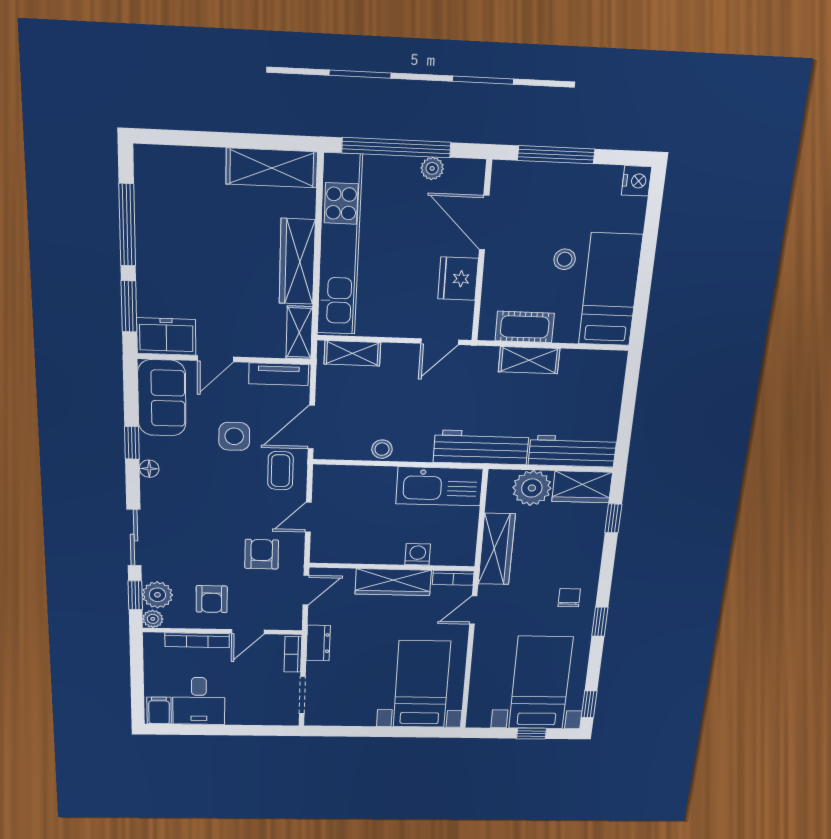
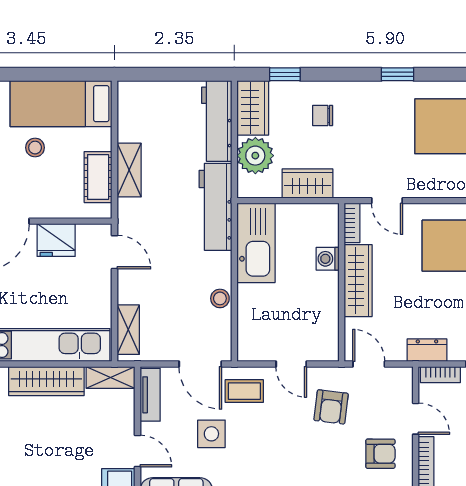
wardrobe: (497, 549) -> (307, 183), width x0.67
armchair: (262, 554) -> (331, 407), turned -83
chair: (569, 598) -> (323, 115), moved

